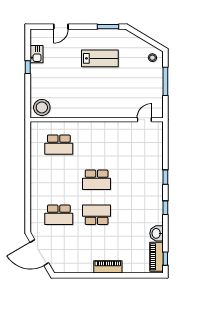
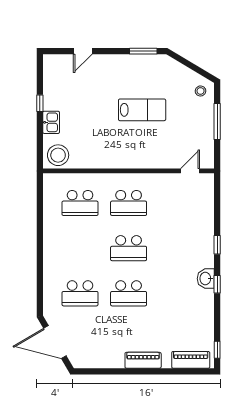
kitchen sink: (36, 54) -> (51, 122), moved
lab bench: (100, 58) -> (142, 110), moved
school desk: (97, 145) -> (129, 203), added
school desk: (97, 215) -> (129, 293), turned 180
washbasin: (157, 233) -> (206, 279), moved
piano: (157, 257) -> (191, 360), moved, turned 90

